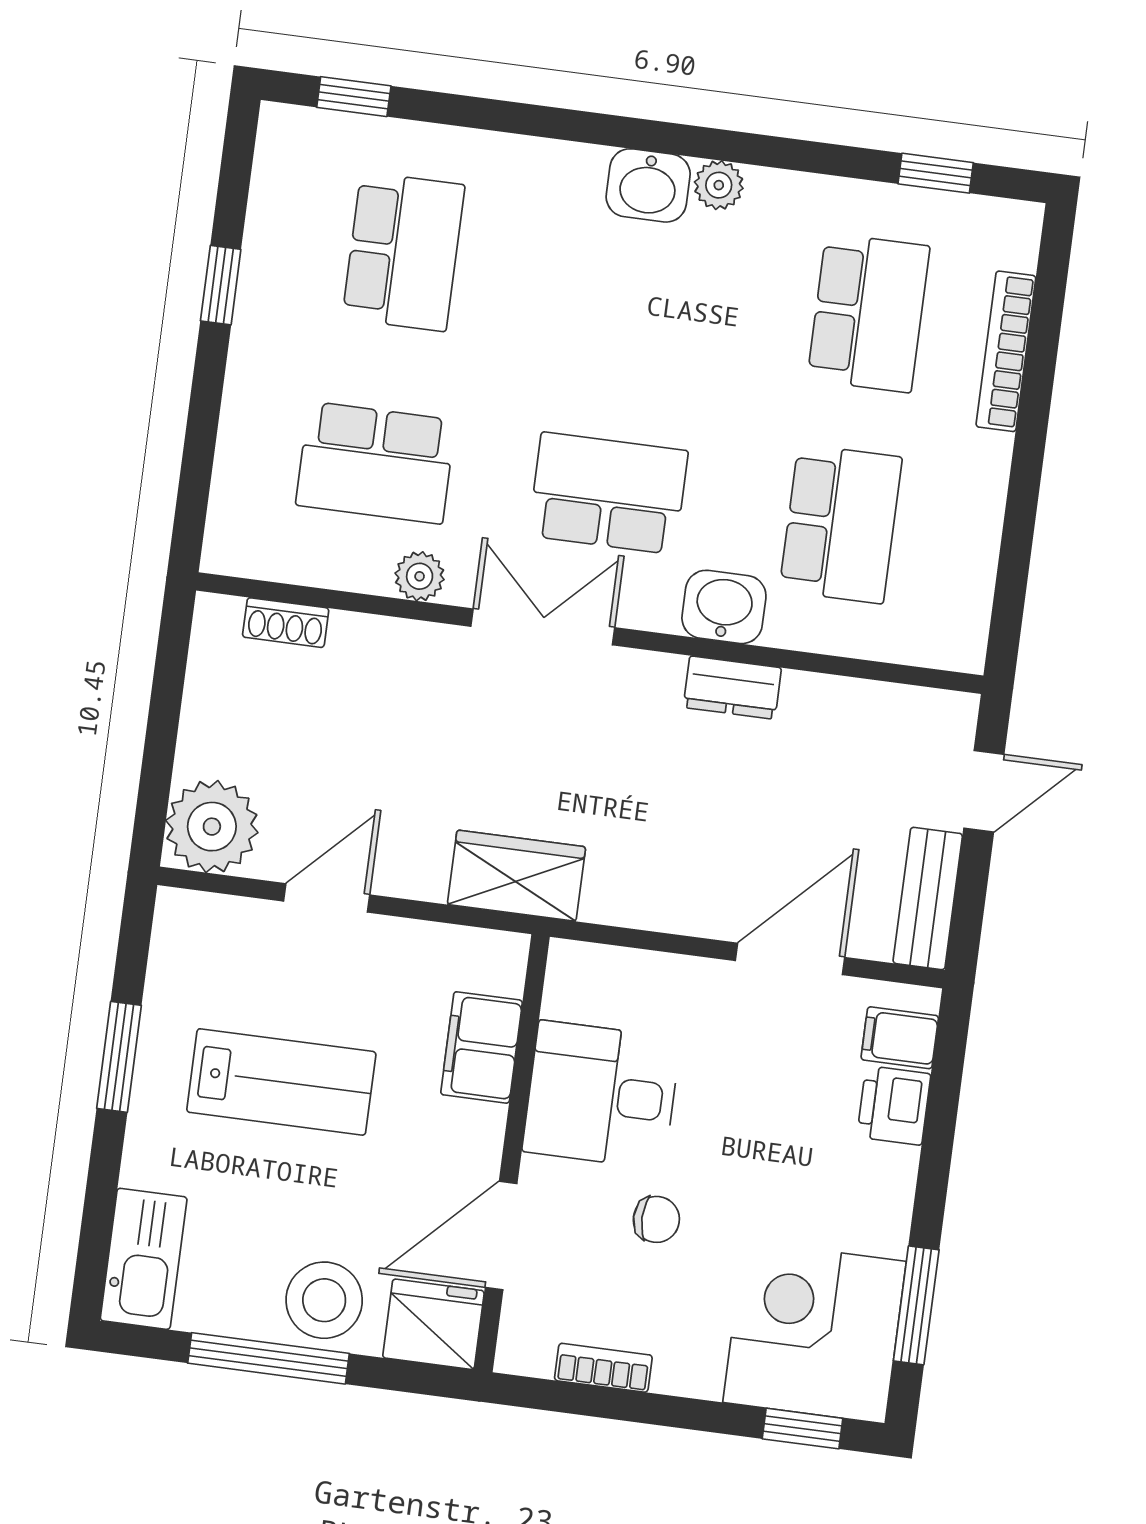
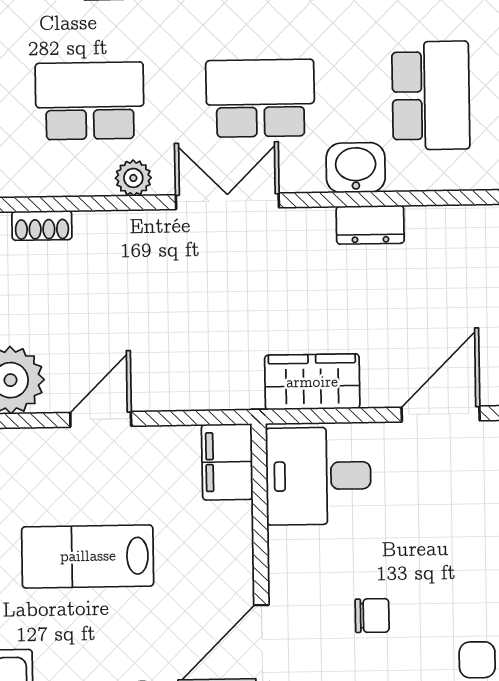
school desk: (376, 463) -> (90, 101), turned 180
wardrobe: (516, 876) -> (312, 382), moved
filing cabinet: (482, 1047) -> (227, 462), moved
lab bench: (281, 1082) -> (88, 556), turned 180
desk: (601, 1095) -> (318, 476), moved

